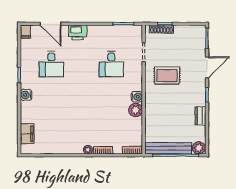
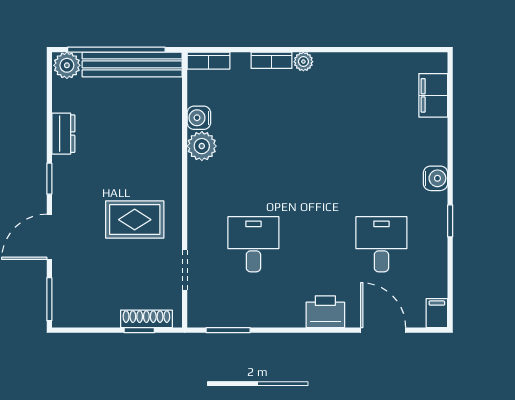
water cooler: (137, 97) -> (199, 118), moved

